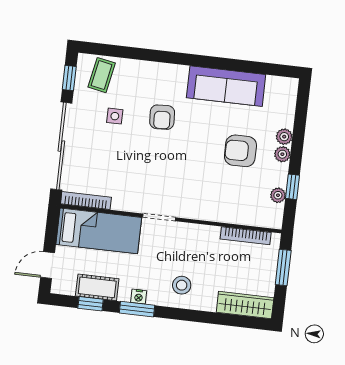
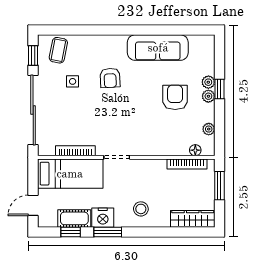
armchair: (240, 151) -> (175, 97), turned 90
window: (292, 187) -> (219, 89), moved
bookcase: (86, 201) -> (75, 151), moved
floor lamp: (258, 220) -> (195, 150), added
nightstand: (139, 297) -> (103, 218), width x1.89, depth x1.79

